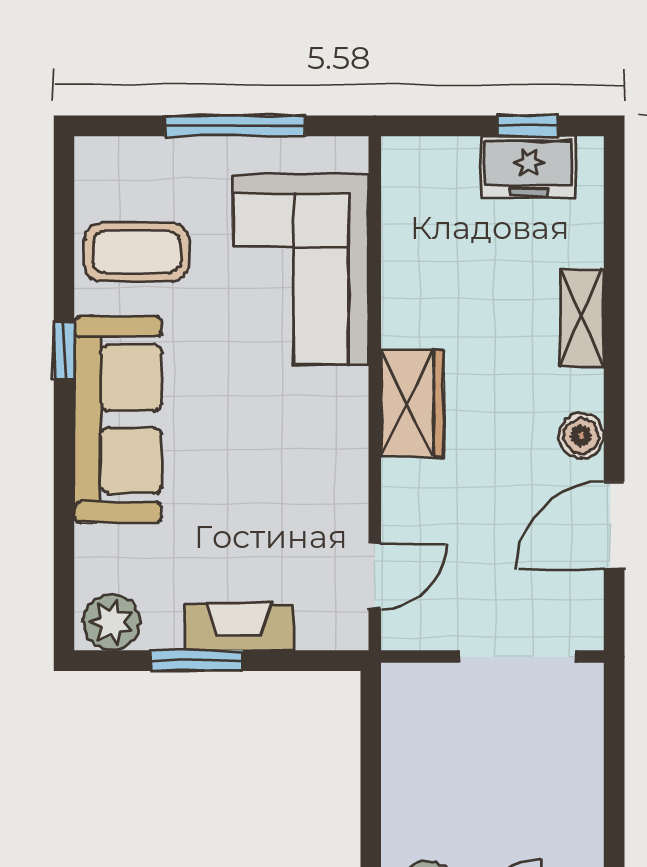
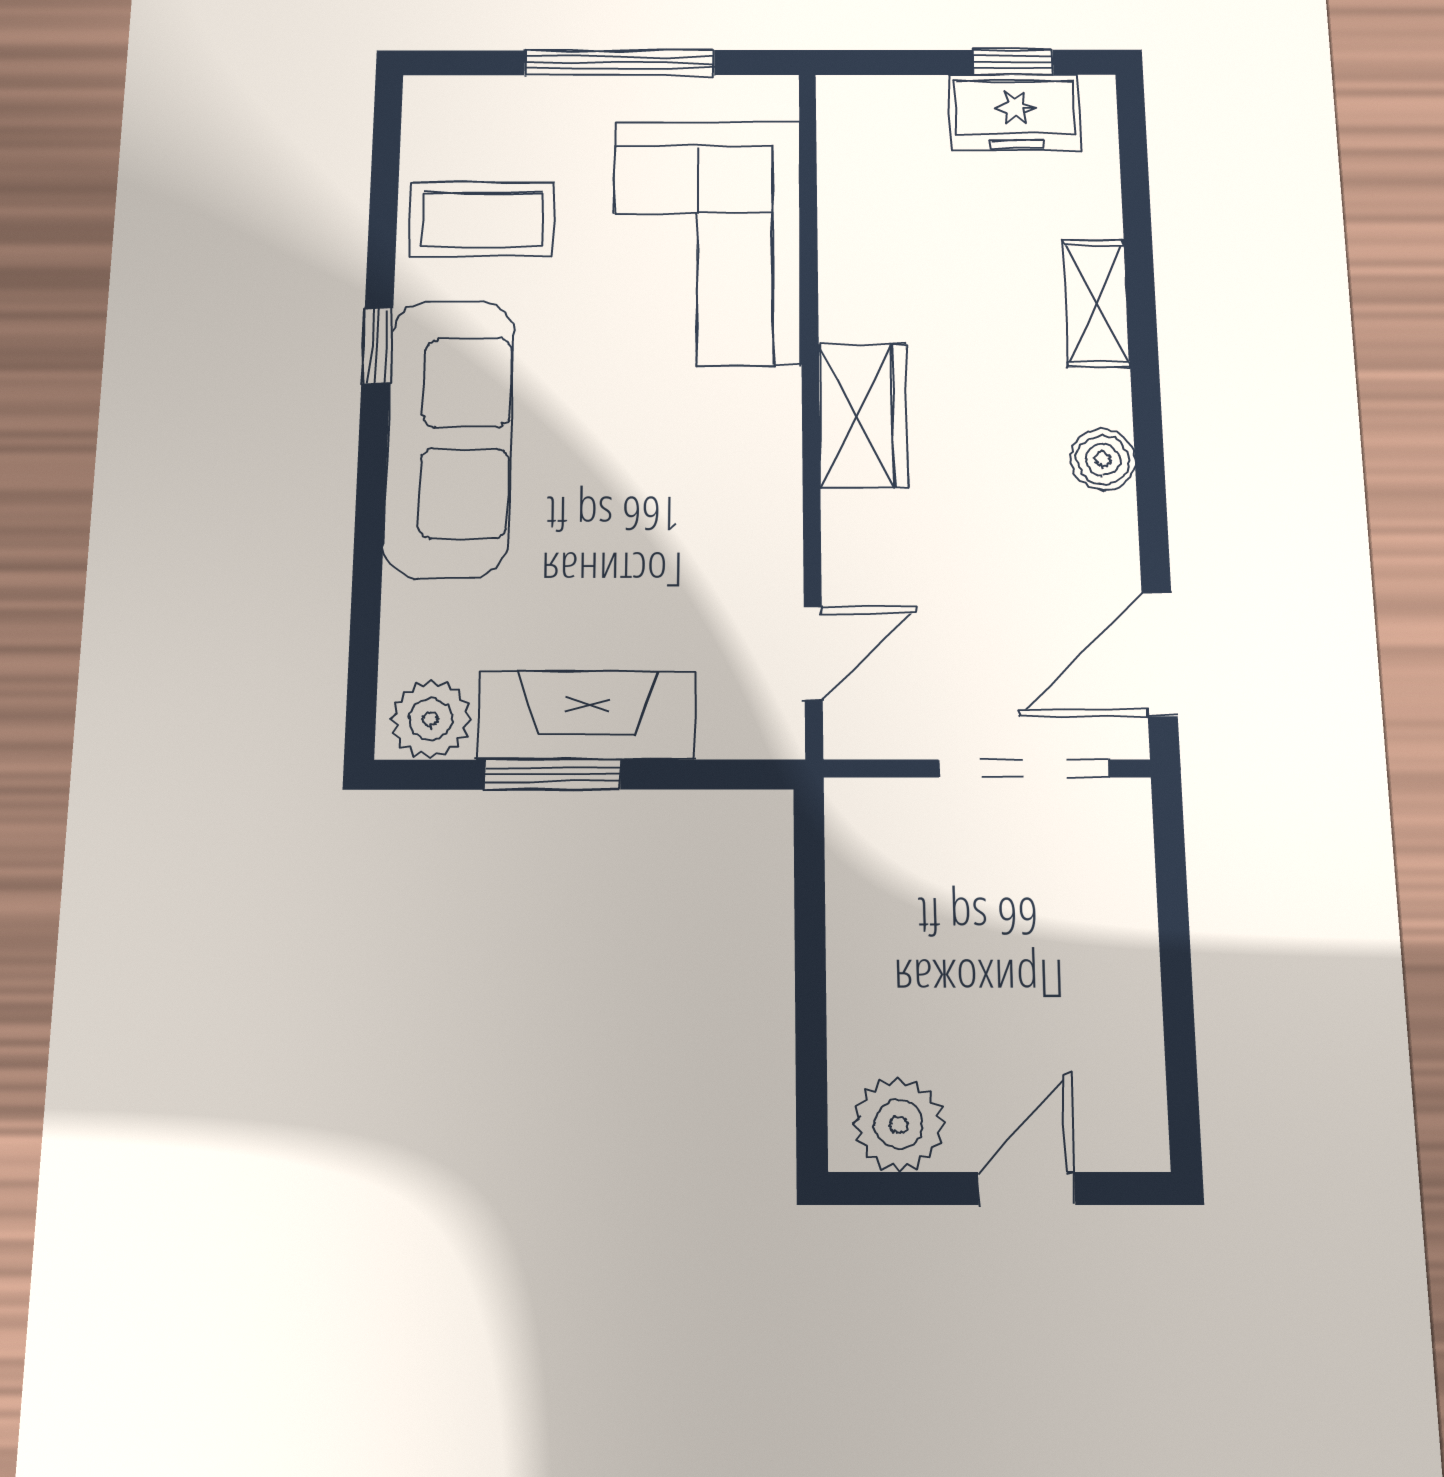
door: (614, 525) -> (1160, 654), moved
fireplace: (239, 627) -> (587, 715), width x1.37, depth x1.32

